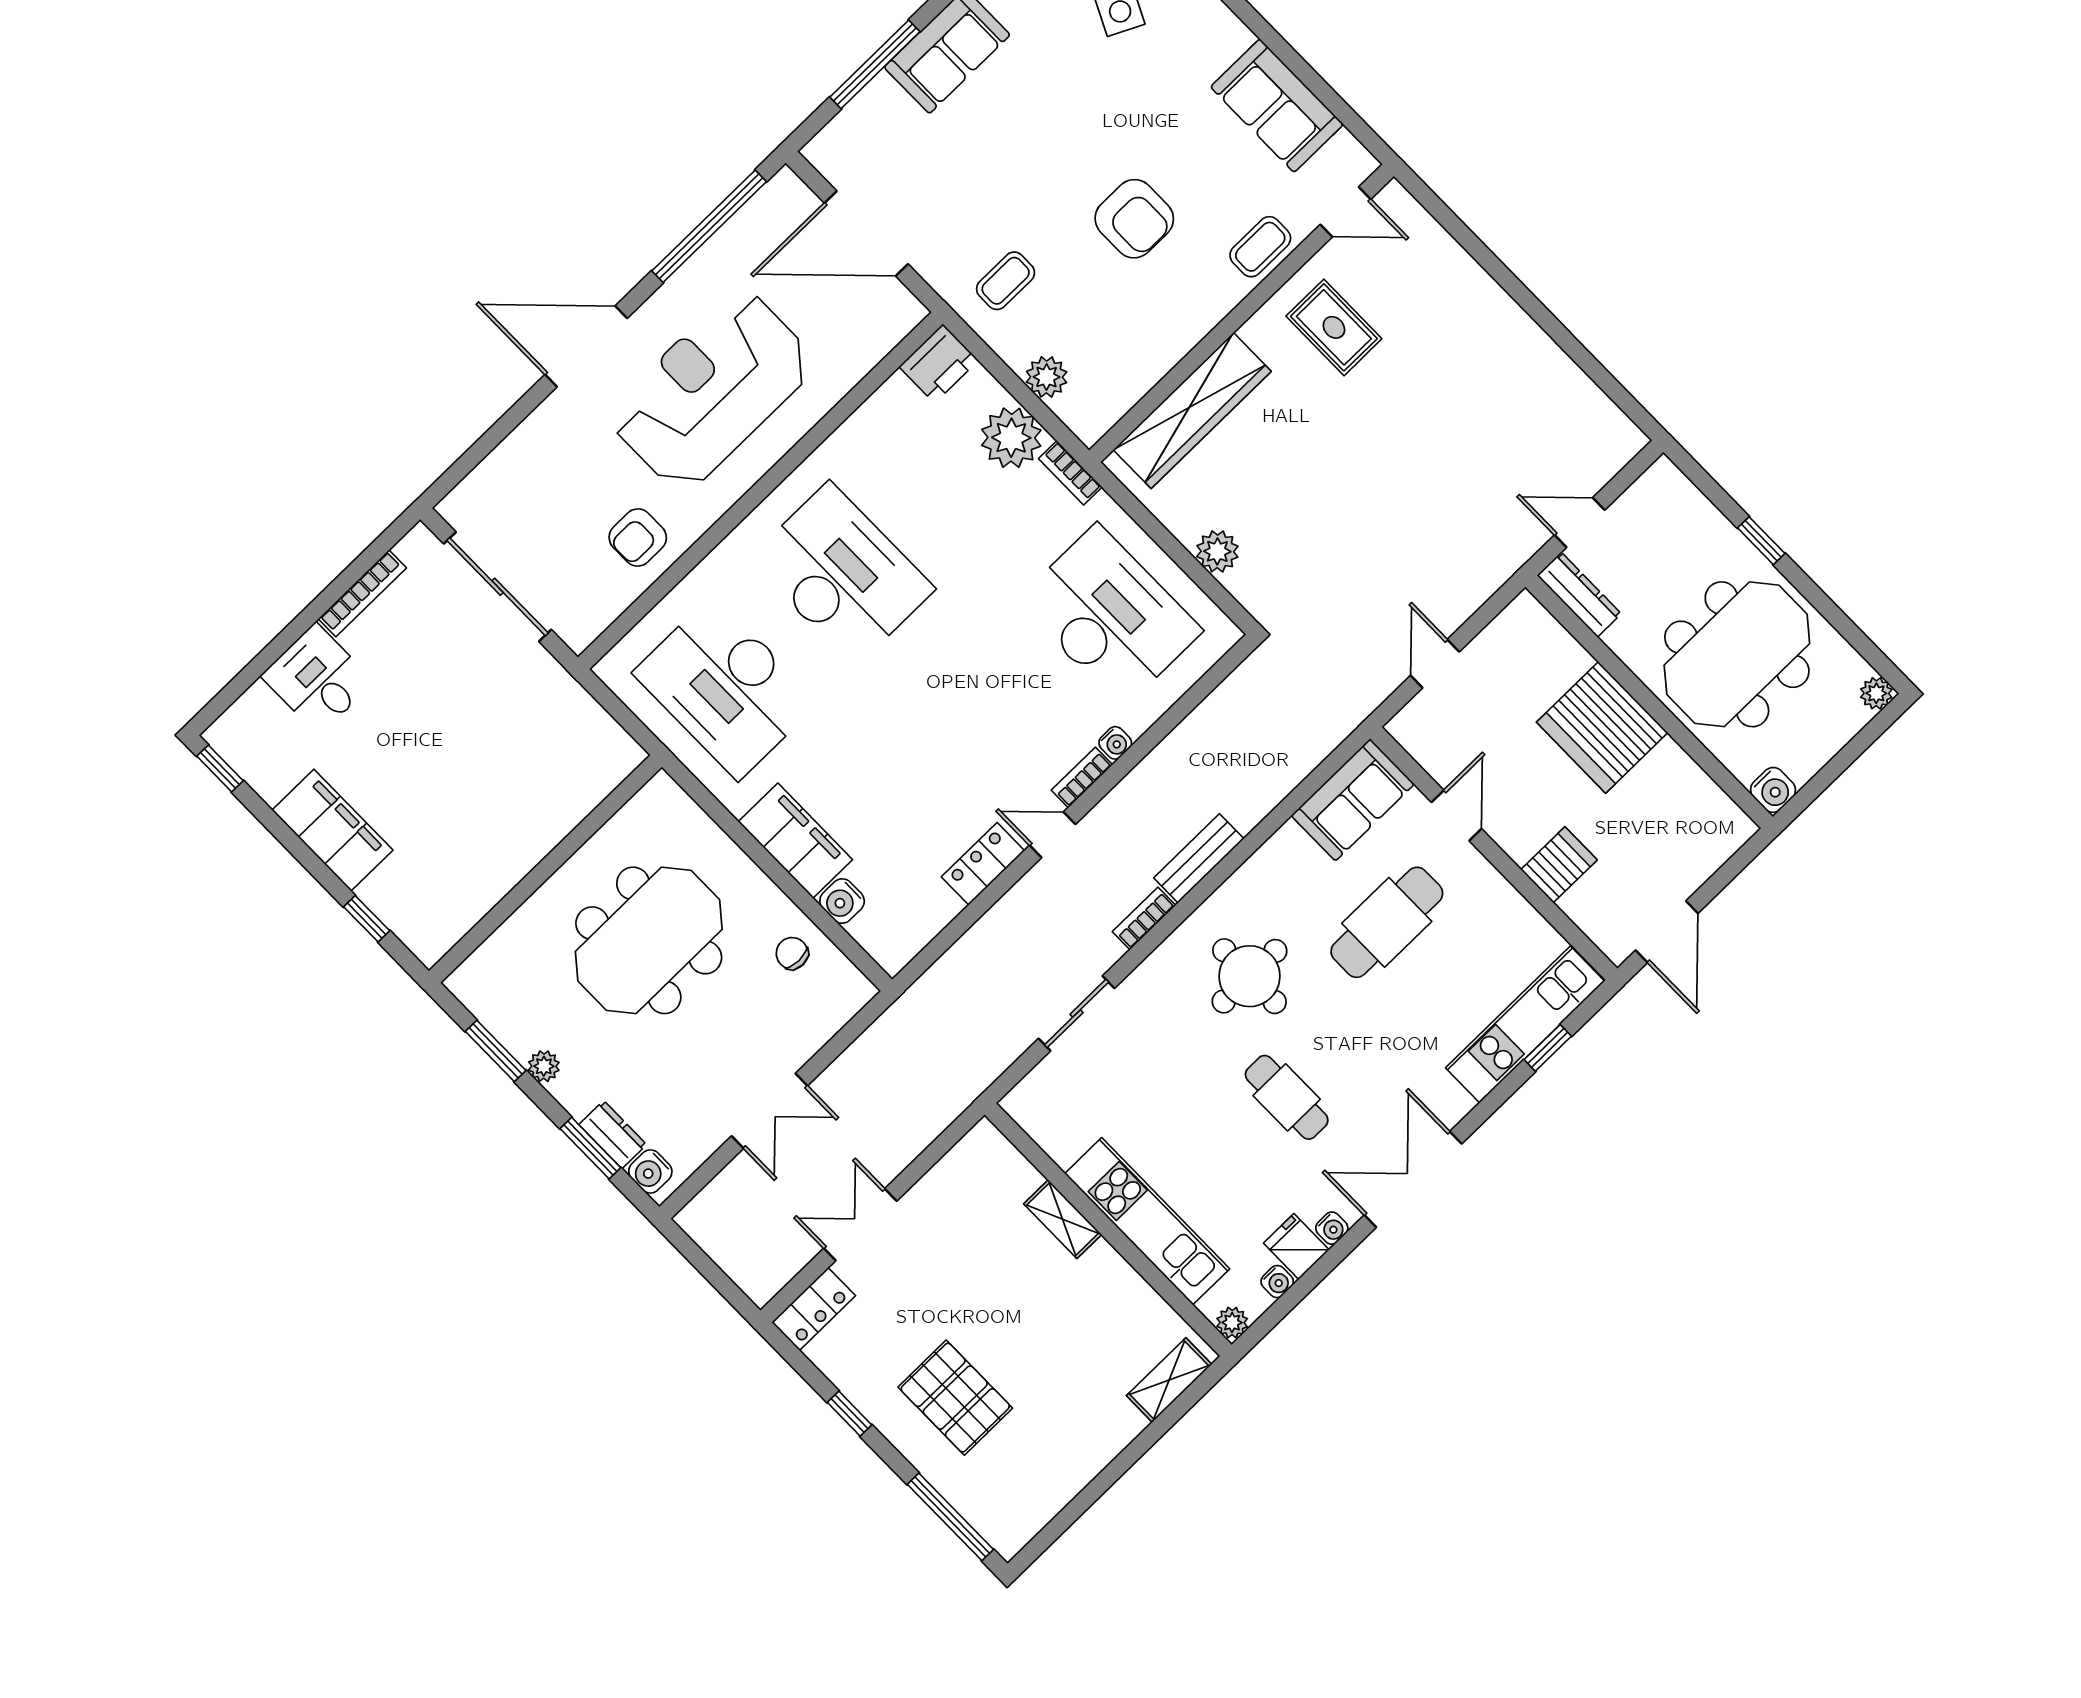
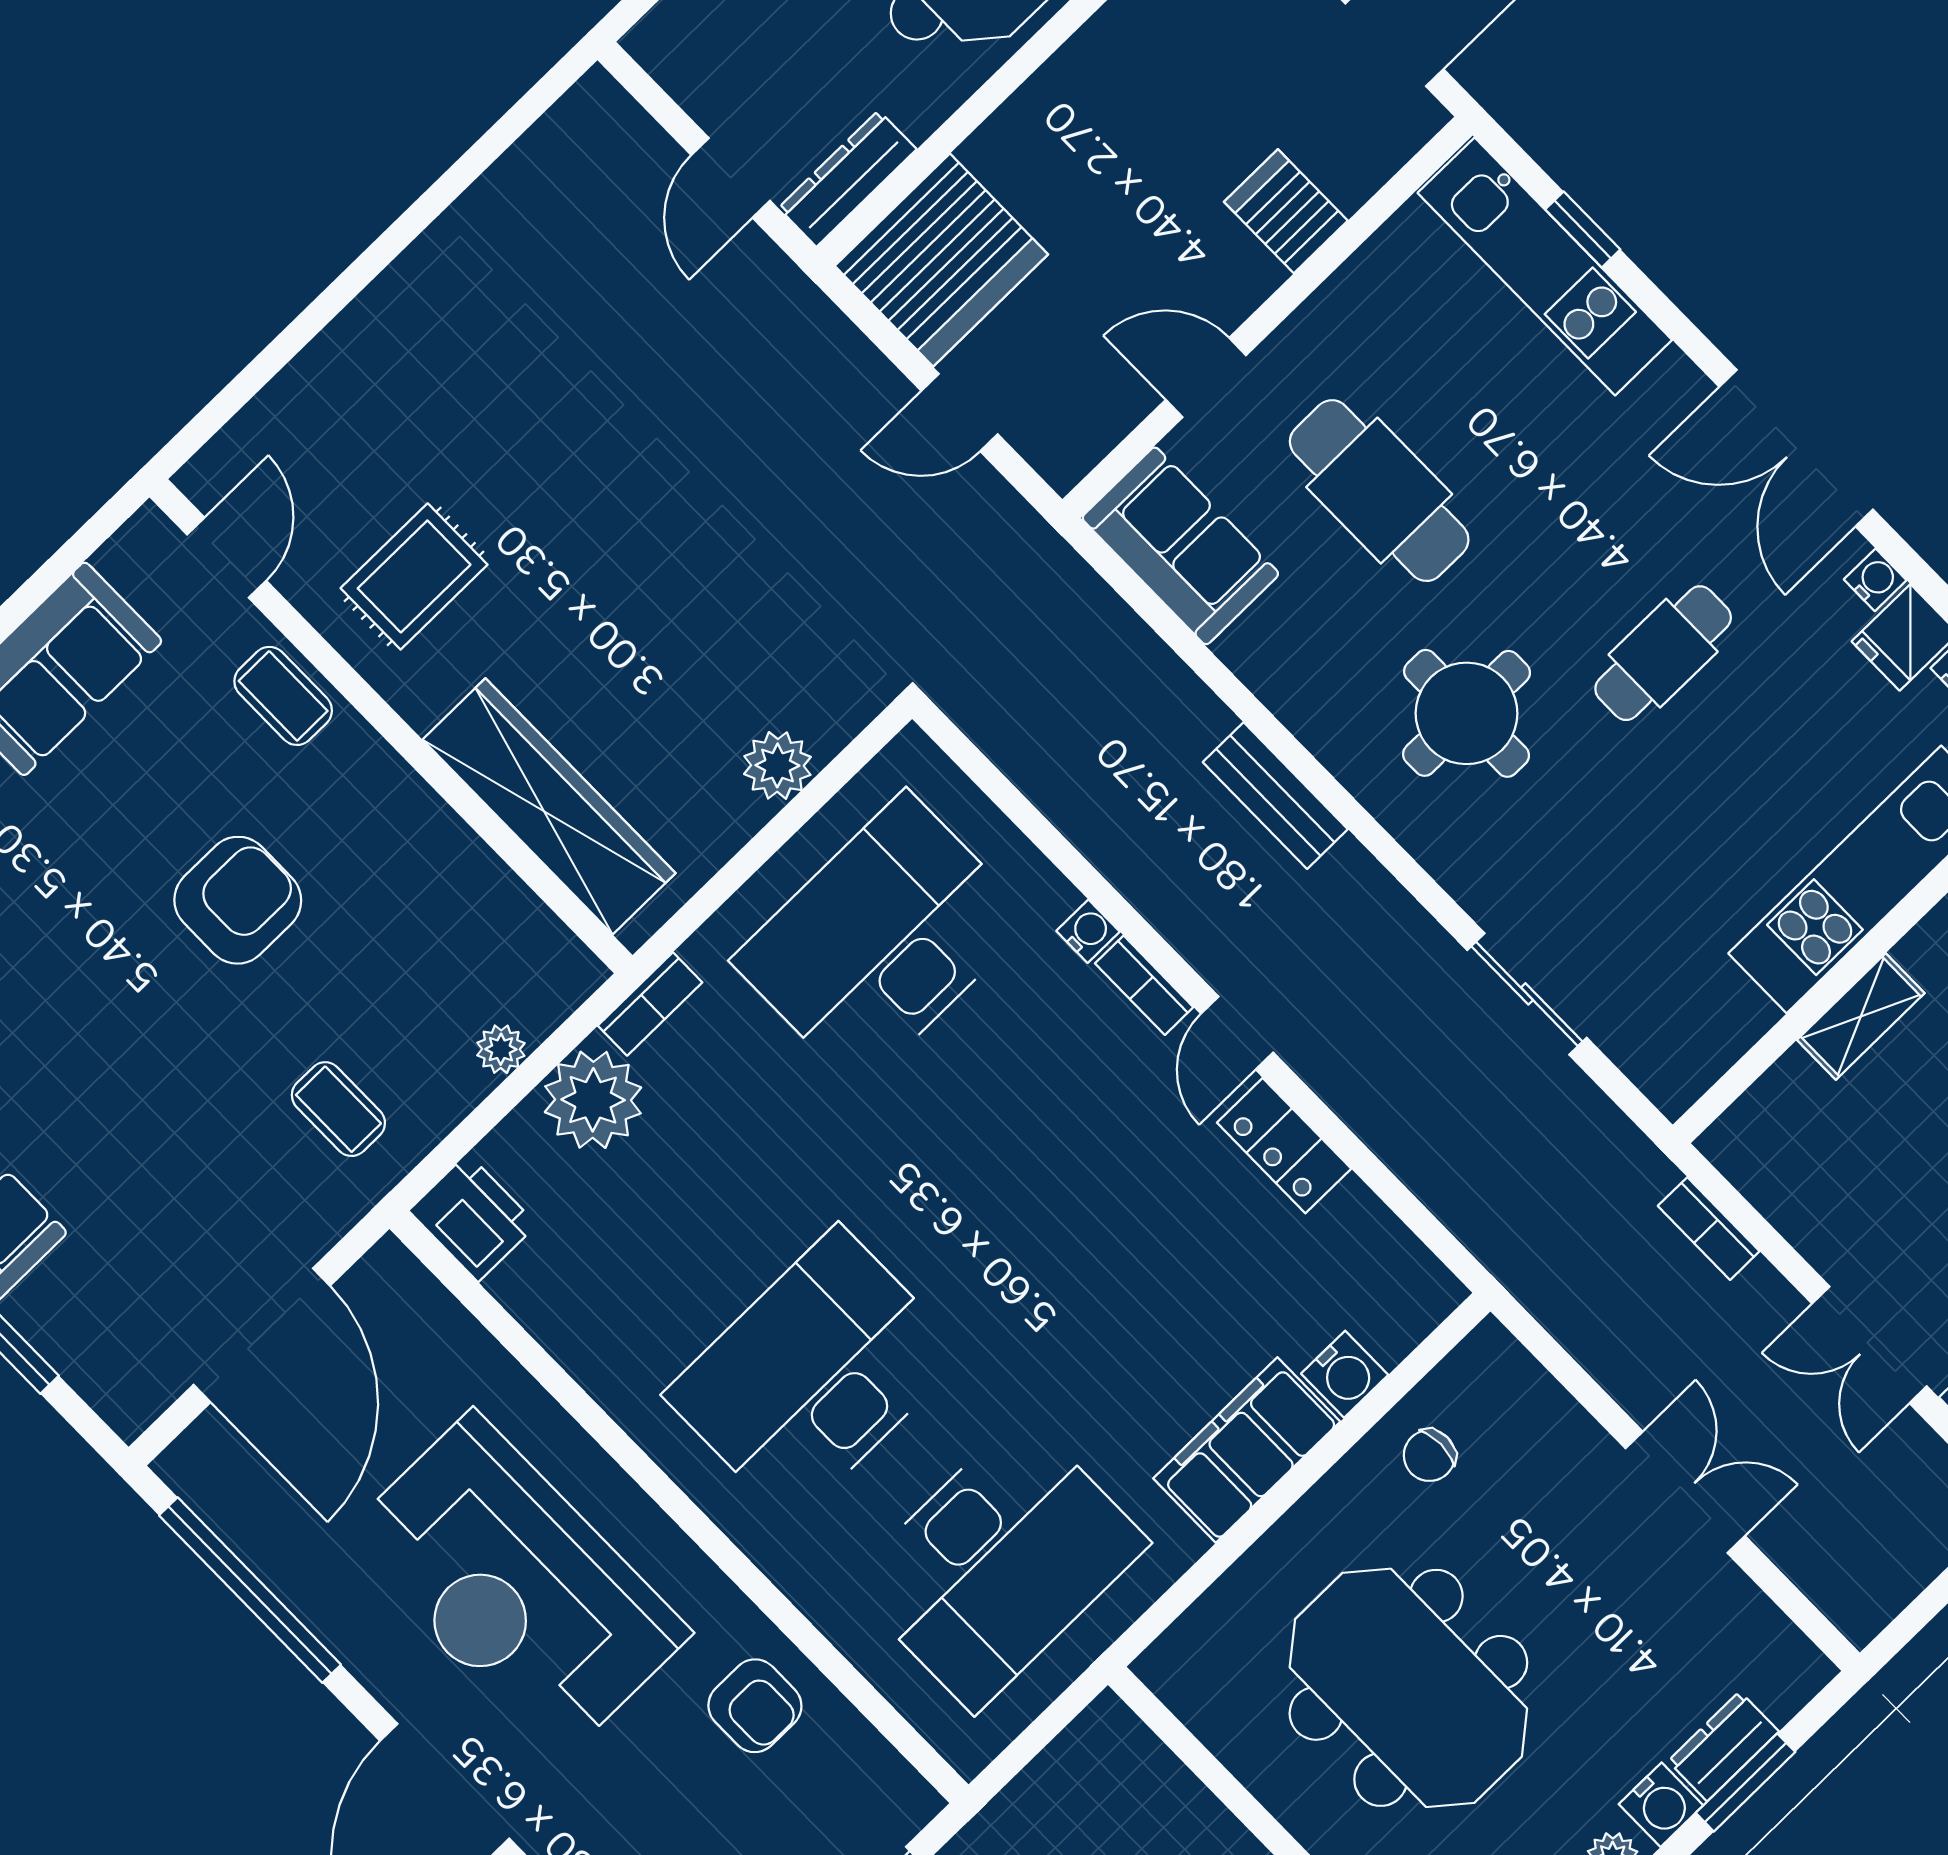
plant: (1047, 377) -> (501, 1049), width x0.73, depth x0.73
server rack: (1602, 727) -> (941, 260), moved
bookcase: (1144, 919) -> (1709, 1229), moved
water cooler: (650, 1172) -> (1661, 1805), moved

